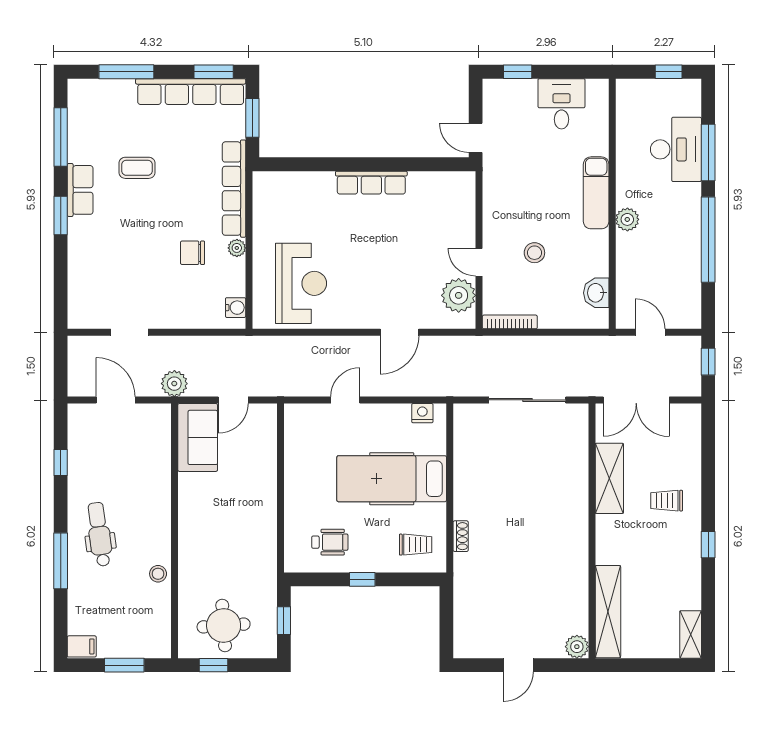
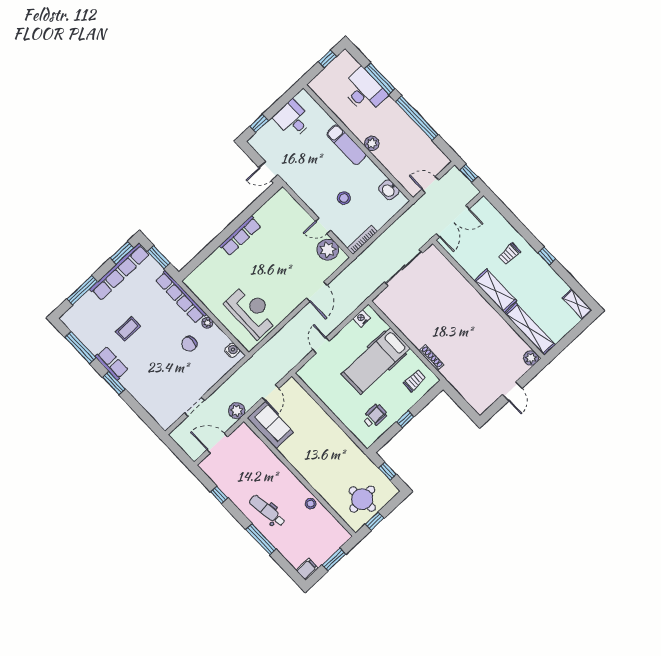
shelving: (609, 478) -> (495, 291), moved
shoe rack: (461, 536) -> (431, 358), width x1.43

